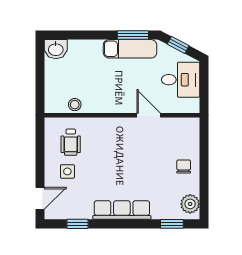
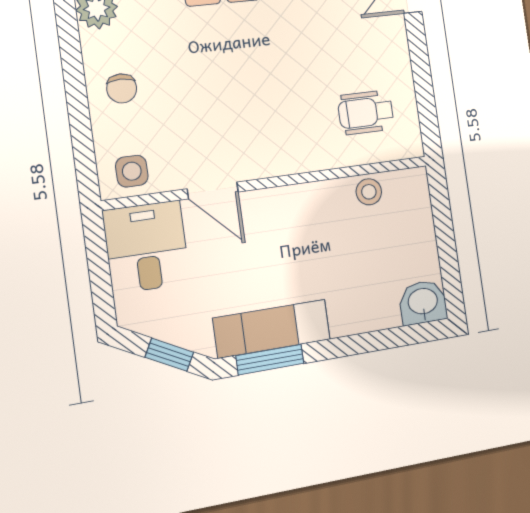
desk: (181, 80) -> (146, 247), moved, turned 90
wheelchair: (71, 142) -> (366, 112), turned -90
side table: (67, 171) -> (132, 171), moved

